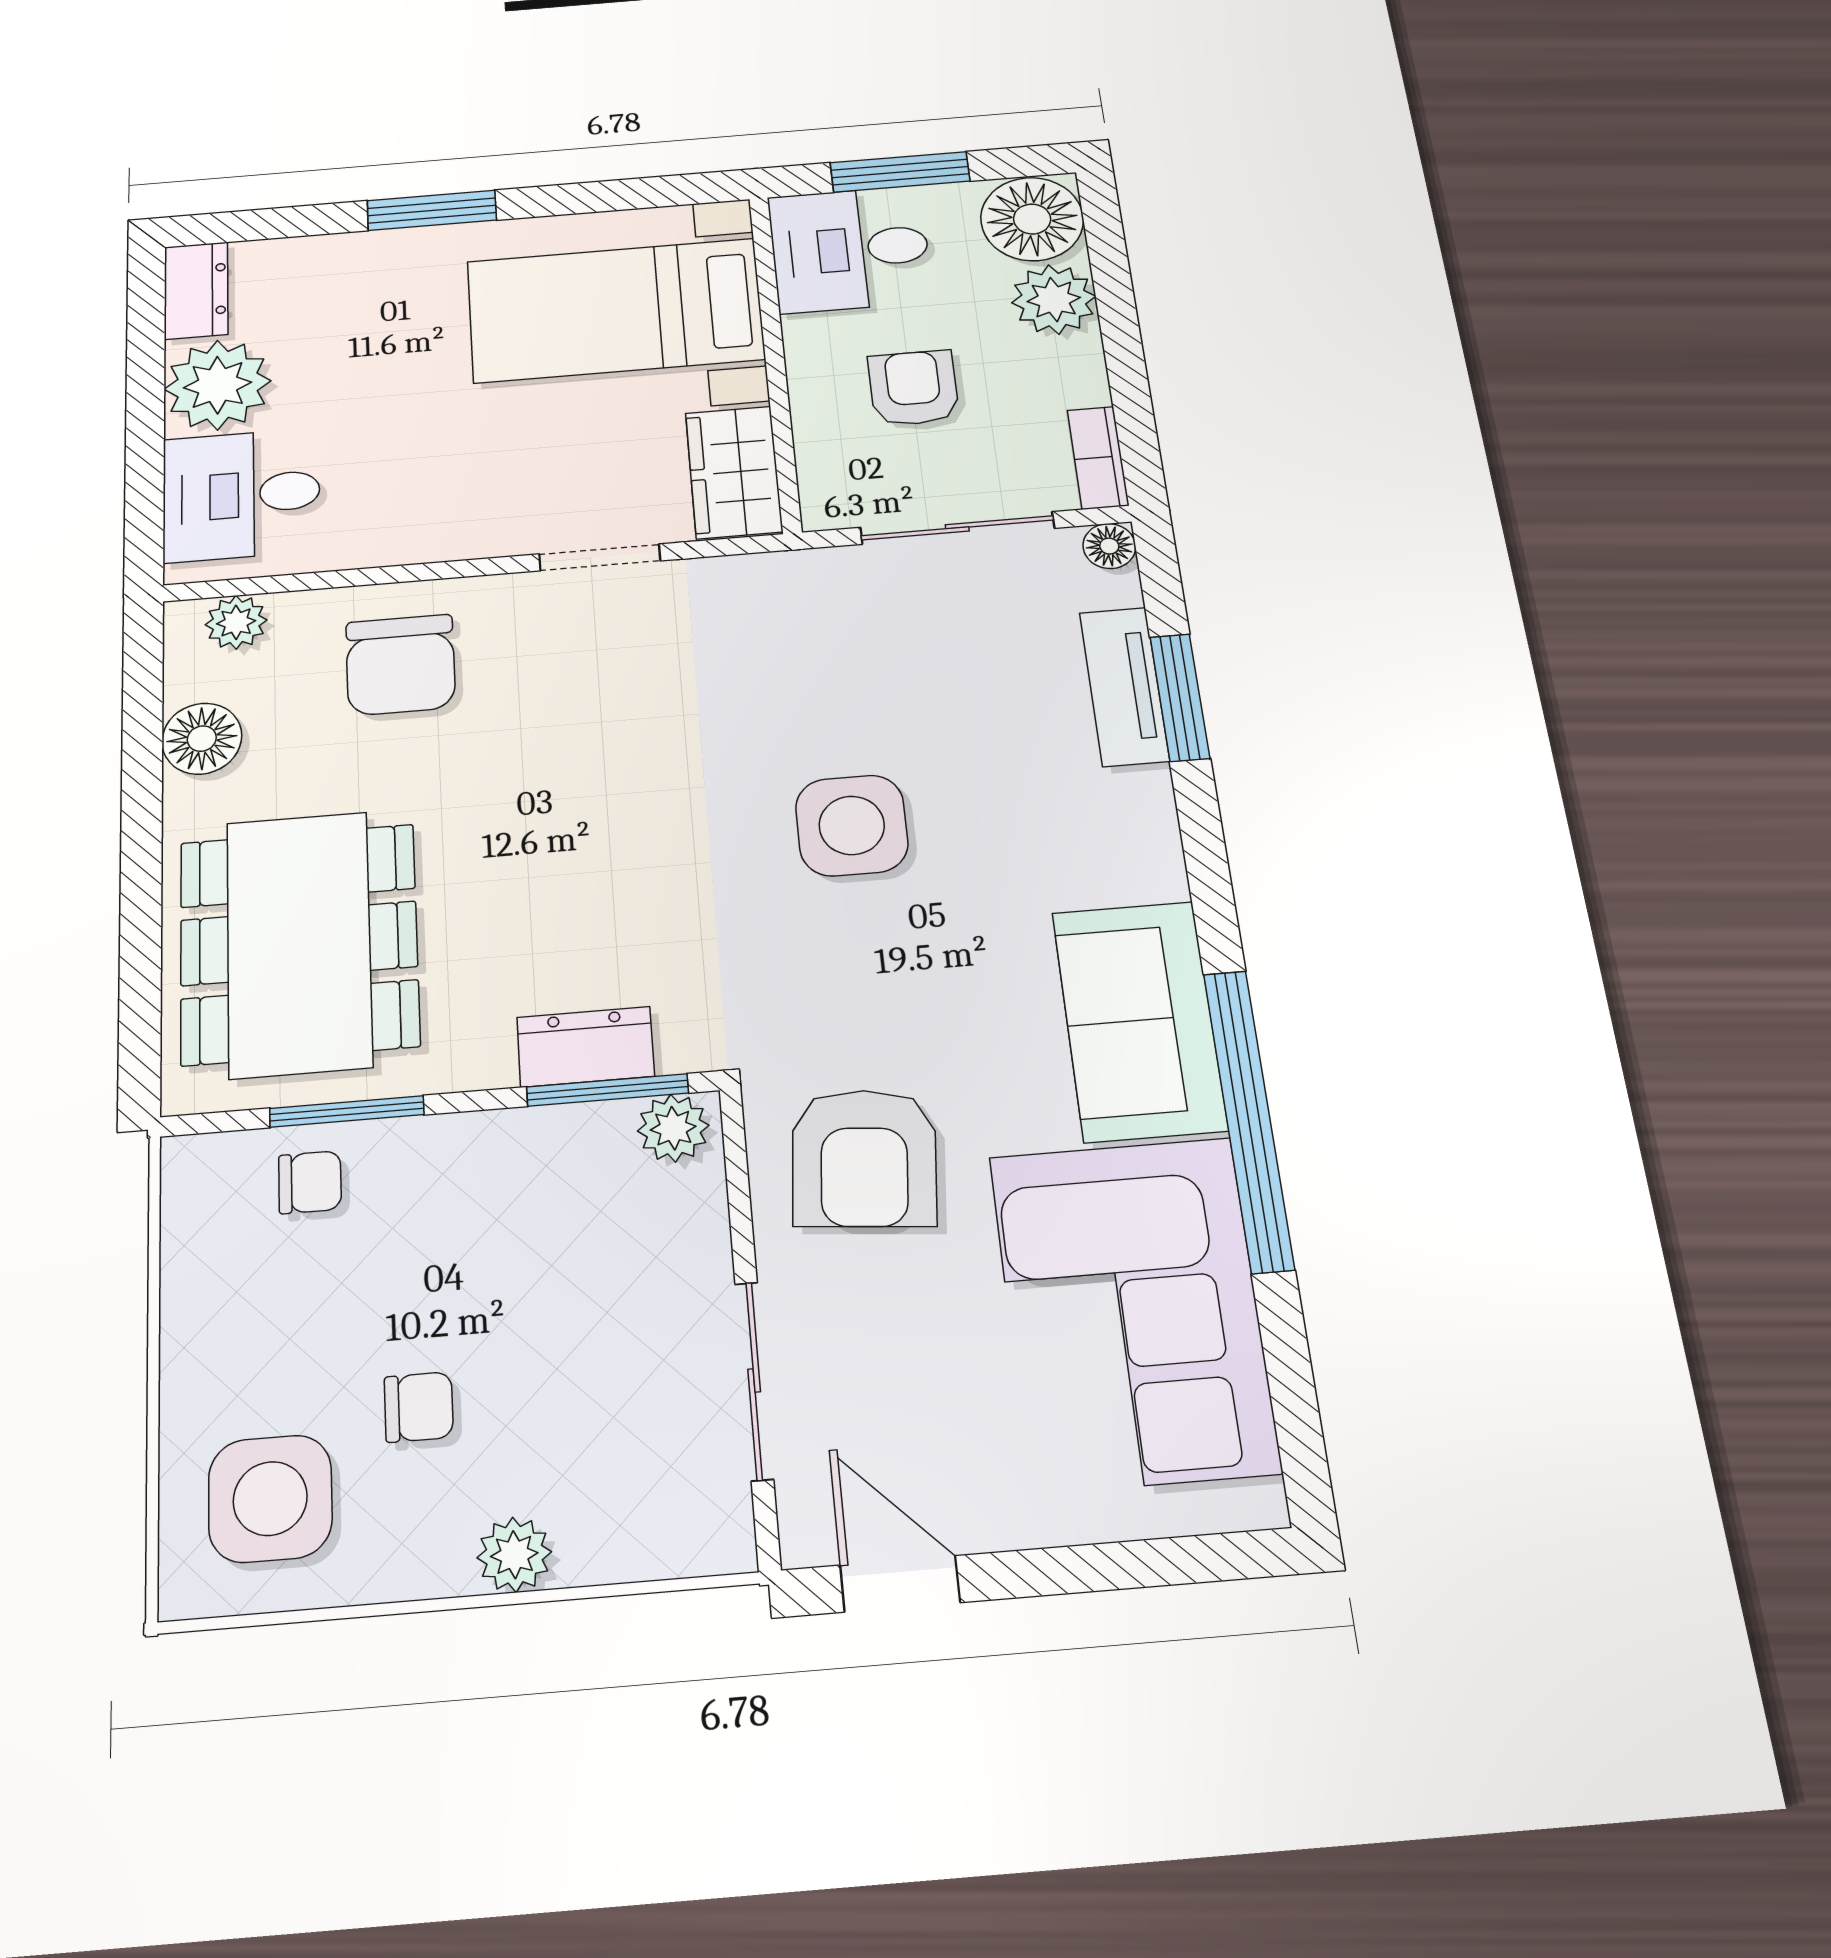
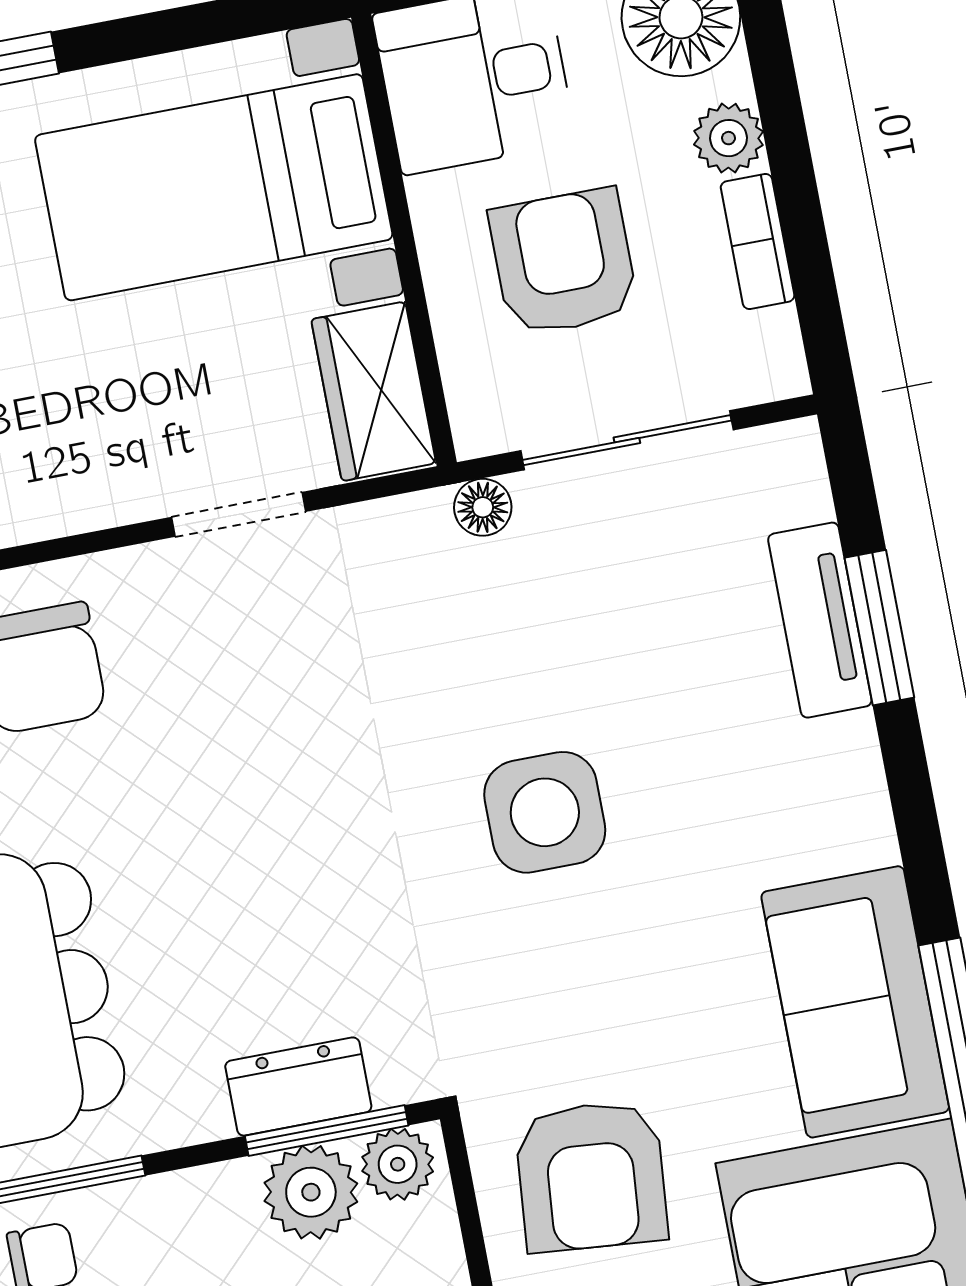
plant: (1054, 300) -> (728, 138), width x0.73, depth x0.73
armchair: (913, 388) -> (564, 262), width x1.38, depth x1.38
bookcase: (1098, 458) -> (758, 241), moved
floor lamp: (1109, 546) -> (483, 507), moved
plant: (584, 1146) -> (311, 1192), added

